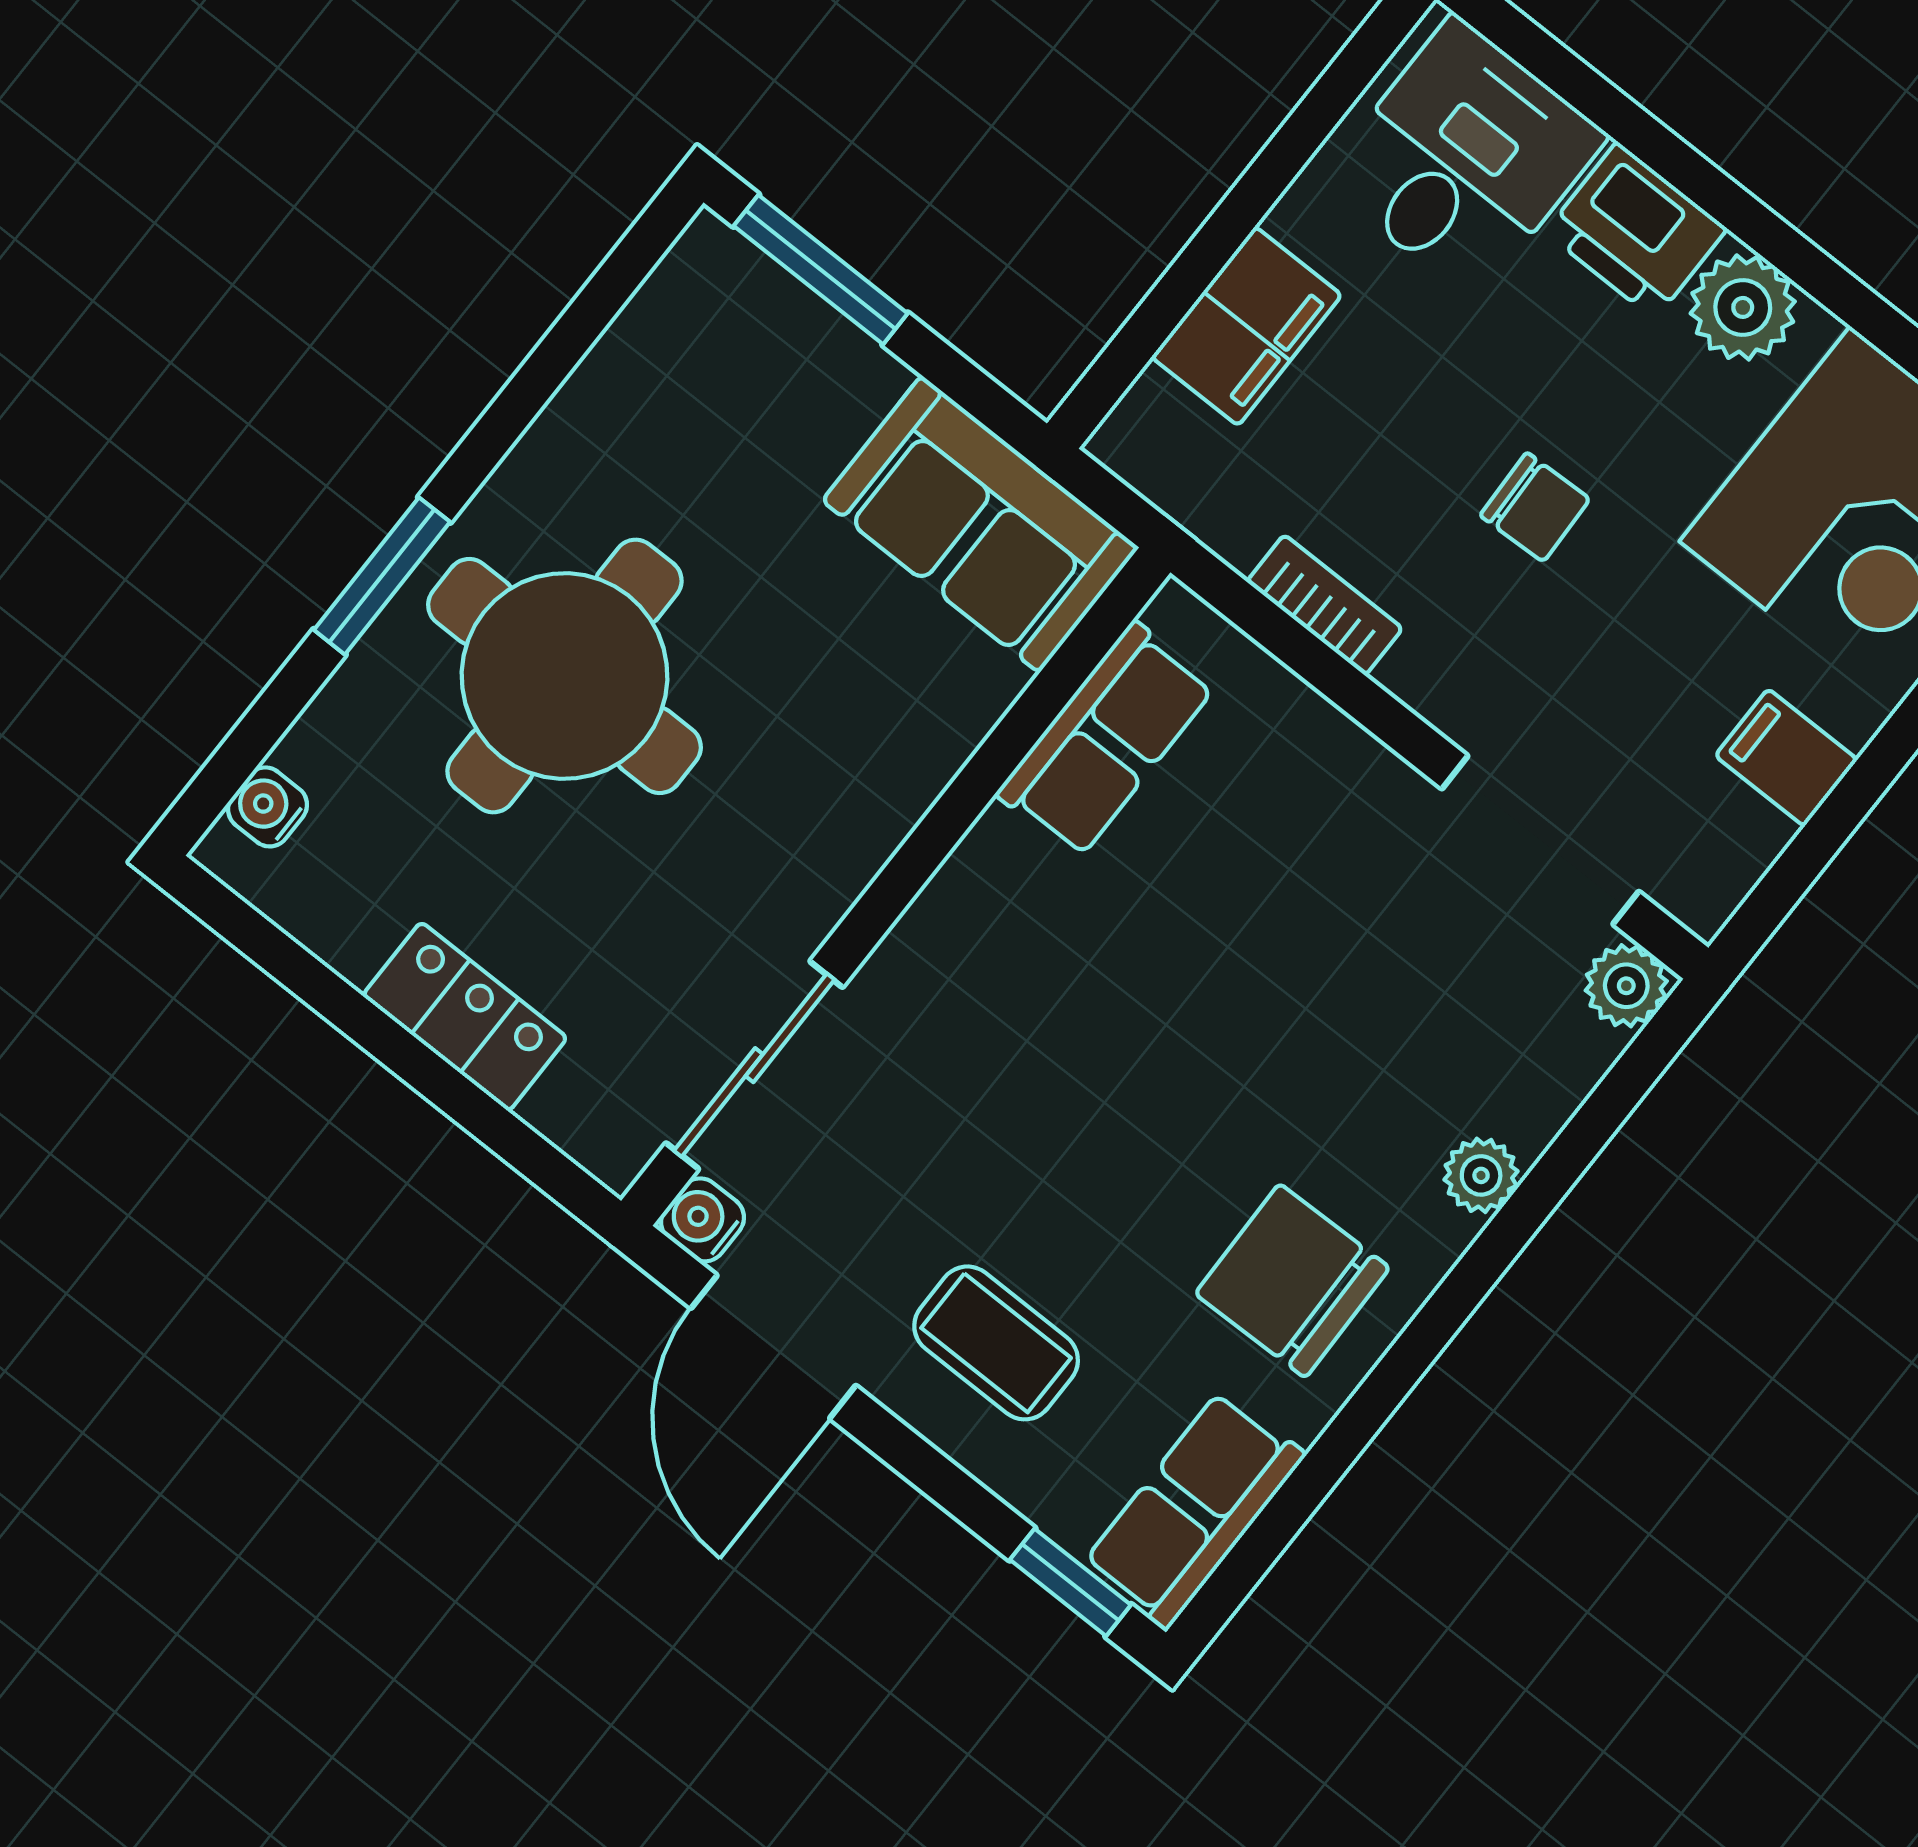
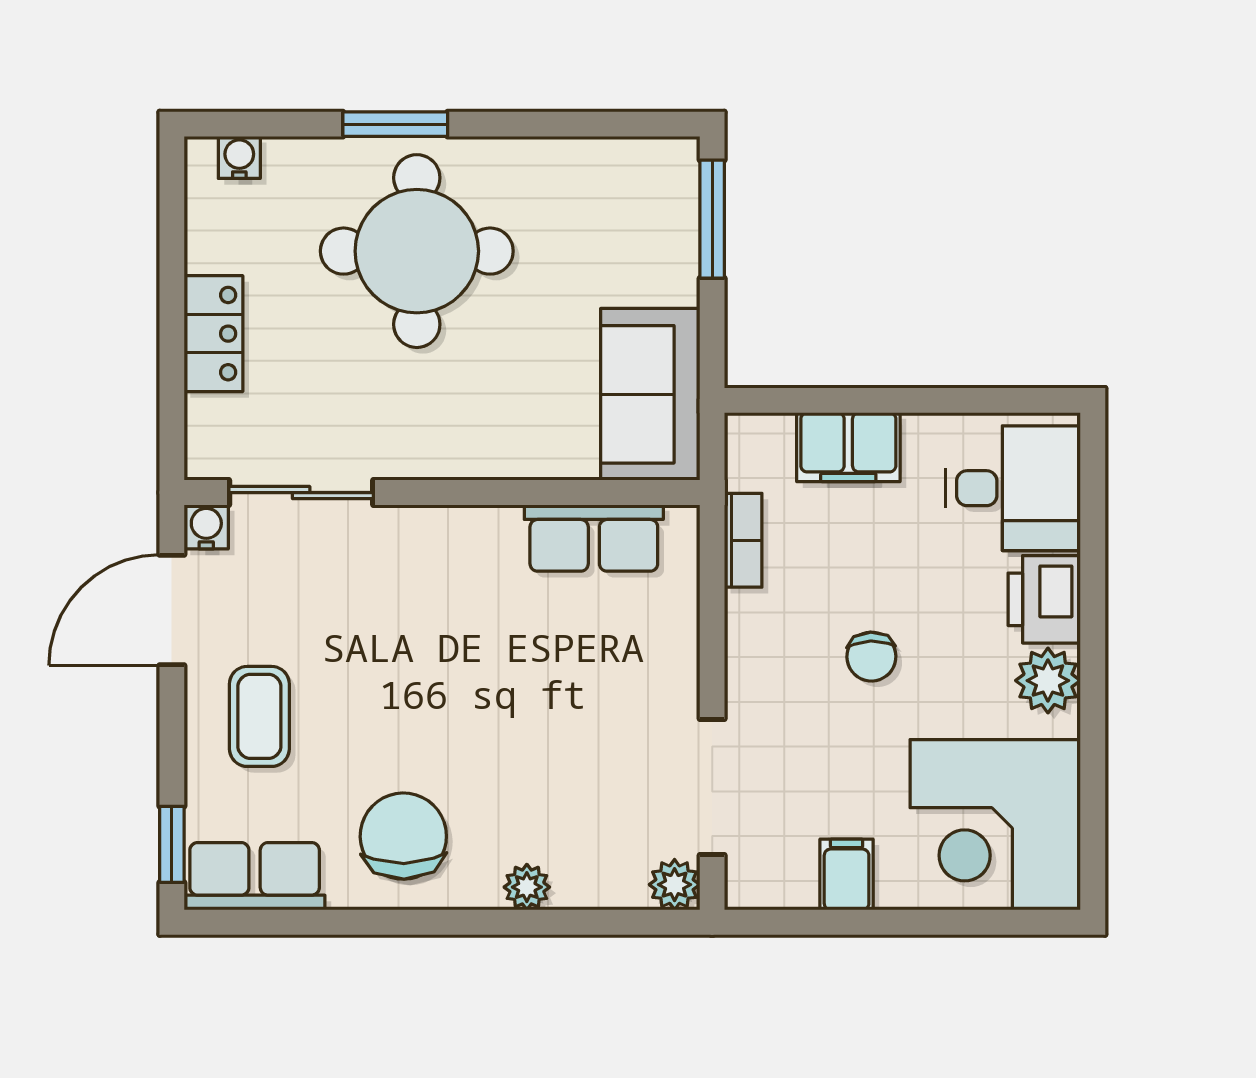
bookcase: (1325, 605) -> (743, 540), moved

